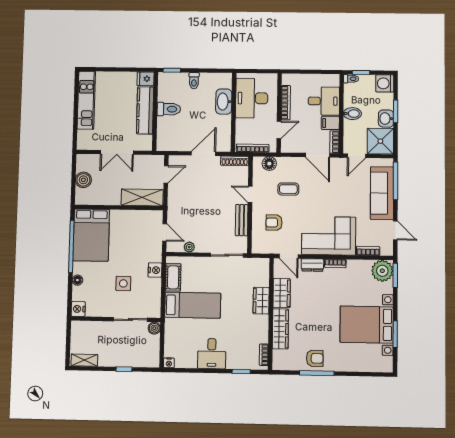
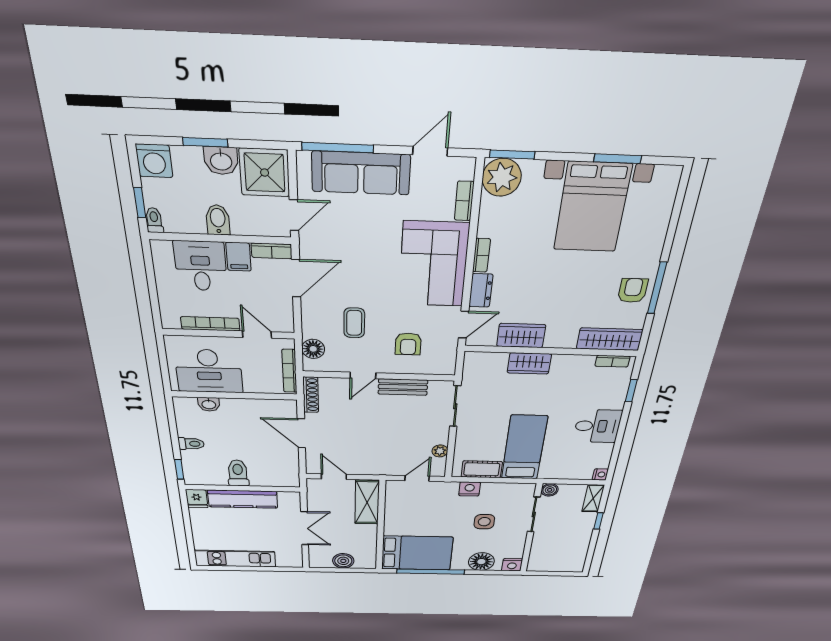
washbasin: (224, 102) -> (209, 404), width x0.52, depth x0.69
door: (357, 156) -> (294, 215), hinge flipped
floor lamp: (77, 280) -> (481, 562), width x1.89, depth x1.89
wardrobe: (280, 329) -> (610, 339), moved
shelving: (84, 360) -> (593, 498), moved

